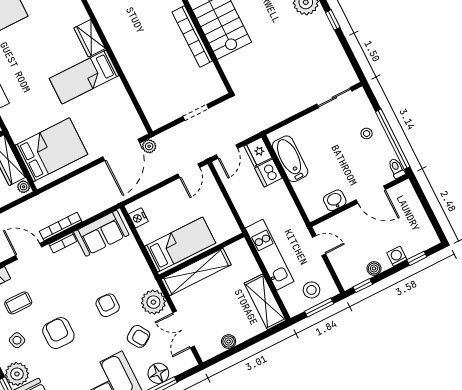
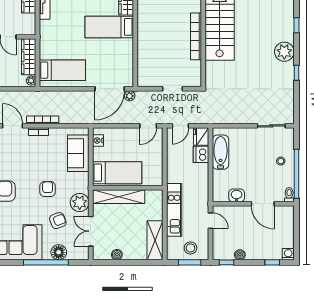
bed: (51, 150) -> (62, 70), width x0.67
sofa: (101, 233) -> (78, 153), moved, turned 90
washing machine: (397, 256) -> (288, 254), moved
armchair: (138, 336) -> (58, 221), turned -78

